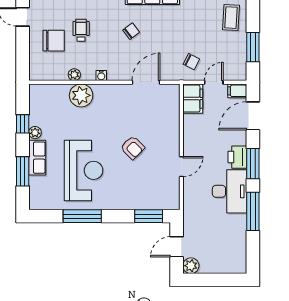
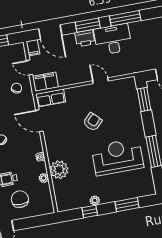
row of seats: (37, 158) -> (51, 98), moved, turned 180

